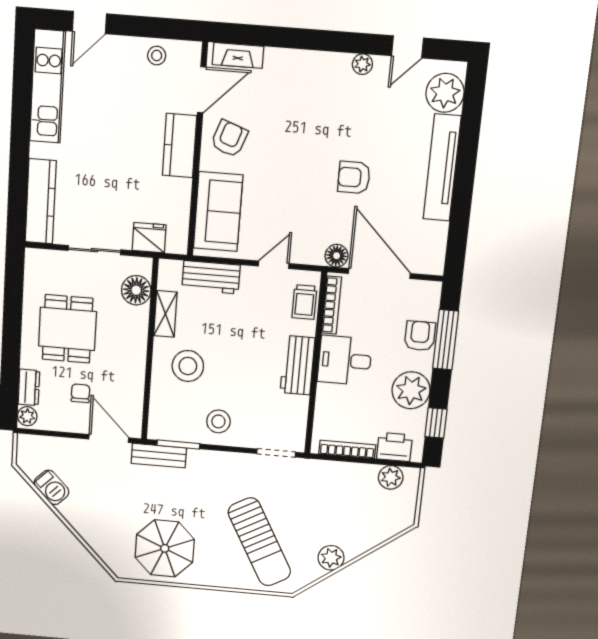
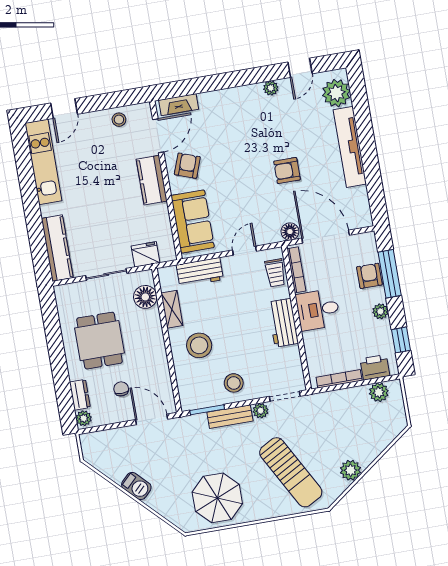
plant: (411, 390) -> (380, 311), width x0.53, depth x0.53
bench: (159, 456) -> (230, 417), moved
plant: (242, 462) -> (261, 411), added
barbecue: (51, 487) -> (136, 486), moved

